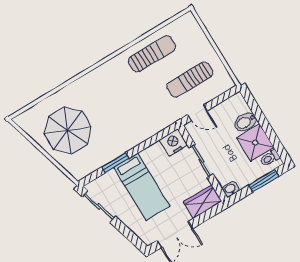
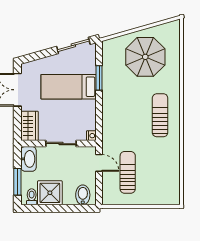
sun lounger: (152, 54) -> (160, 115), moved, turned 180
door: (198, 113) -> (99, 163), swing flipped
bidet: (245, 122) -> (83, 195), moved
nightstand: (174, 142) -> (91, 136), width x0.53, depth x0.56
washbasin: (231, 189) -> (29, 159), width x1.91, depth x1.45

